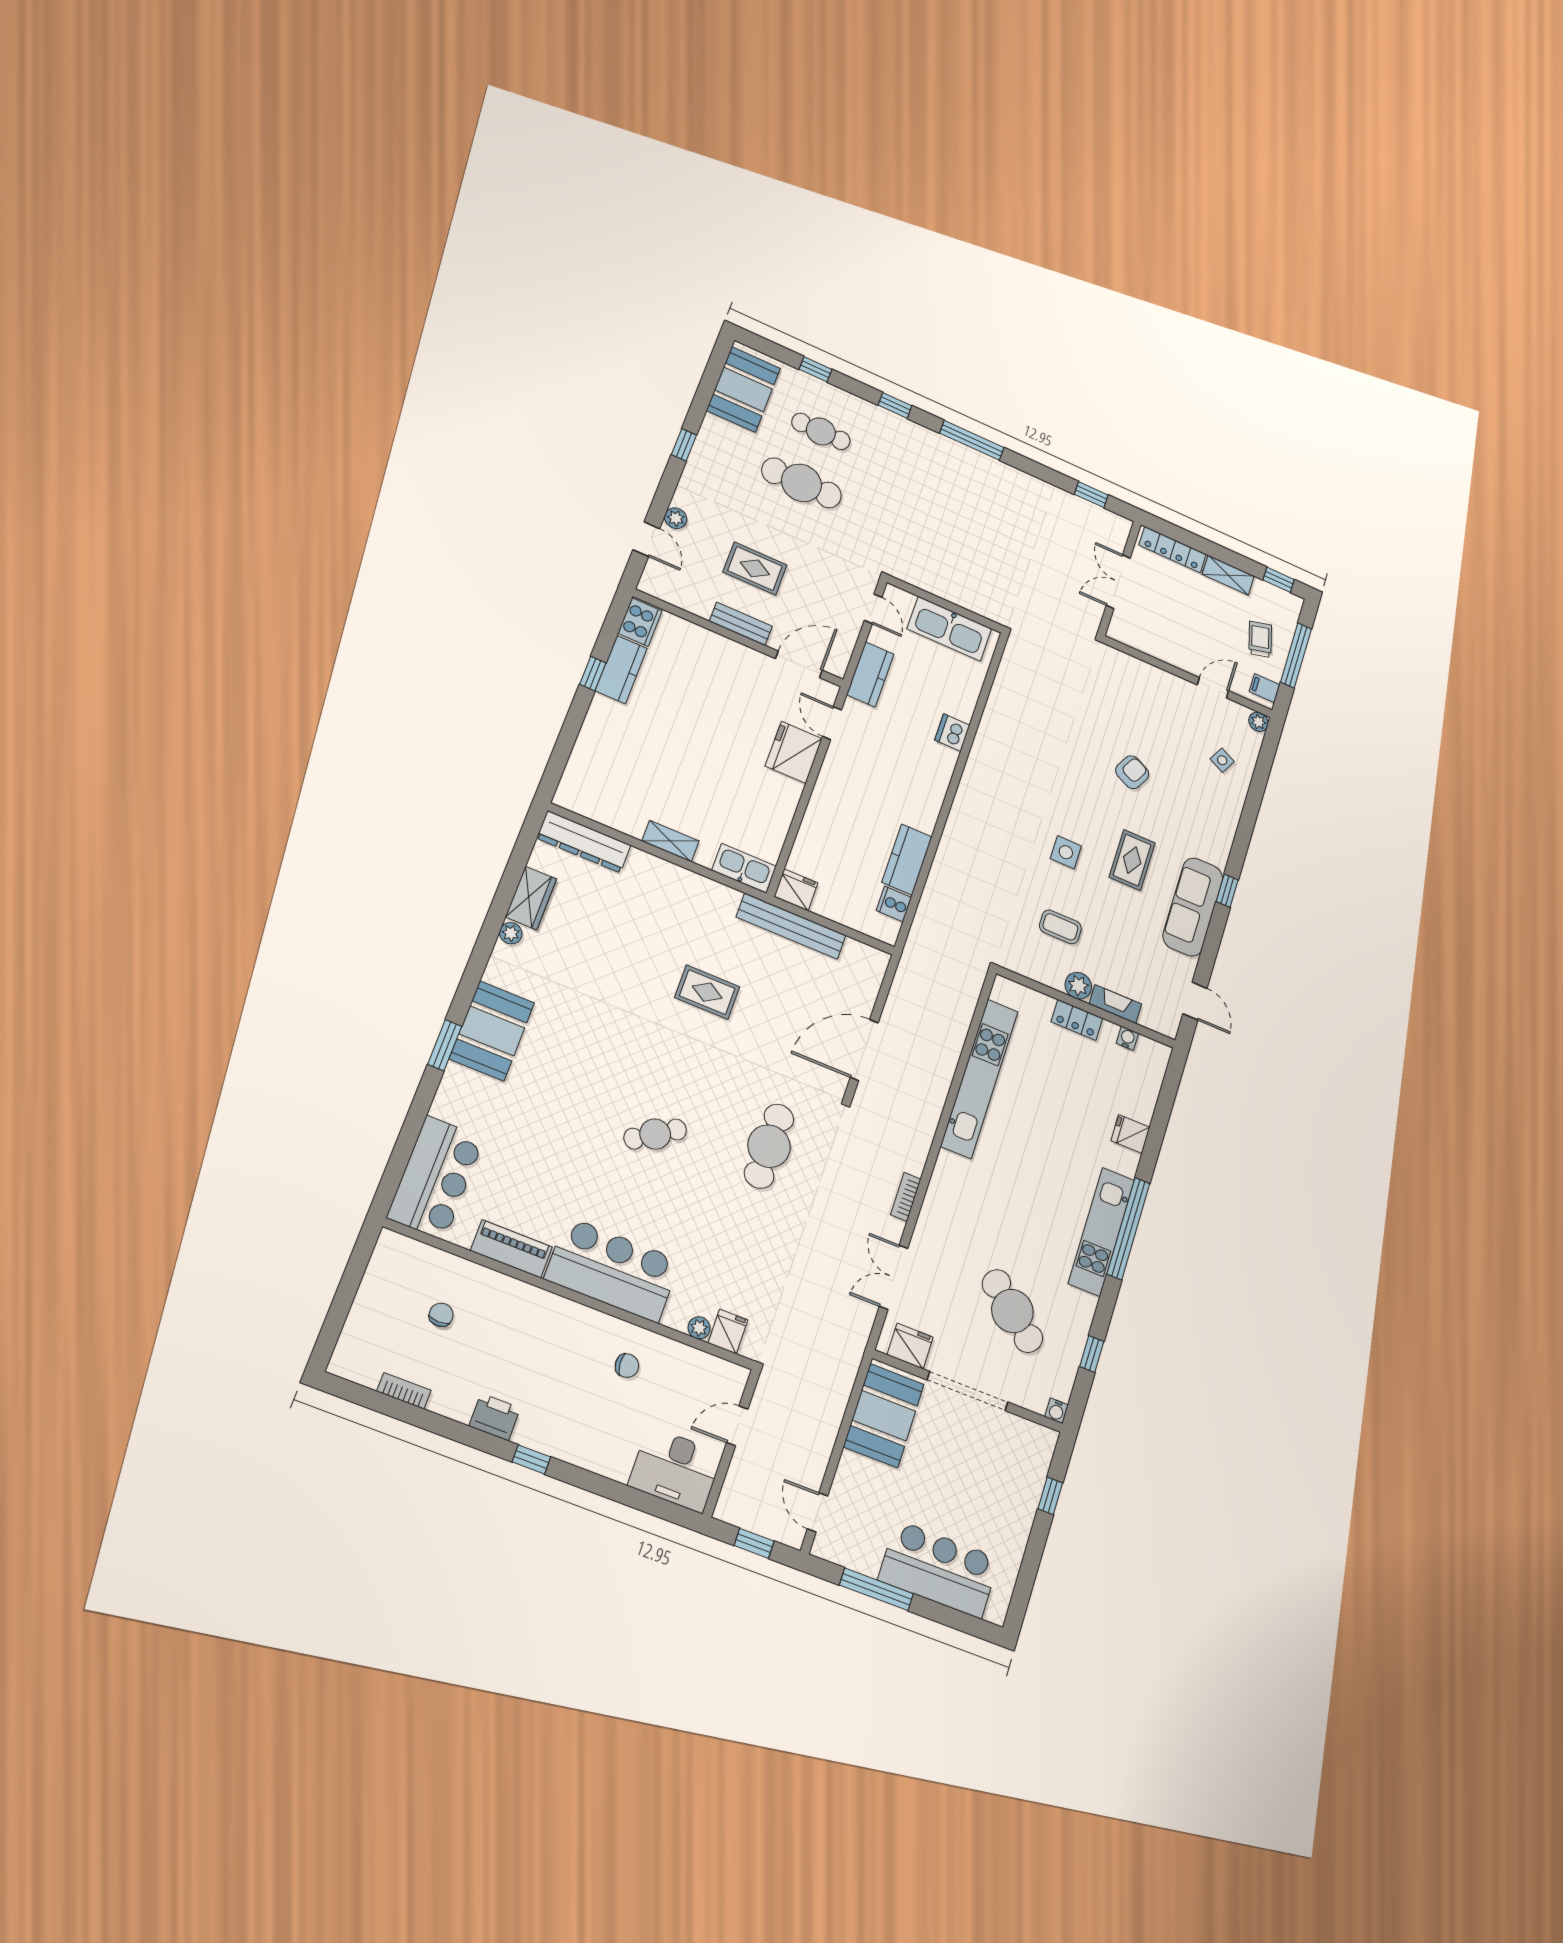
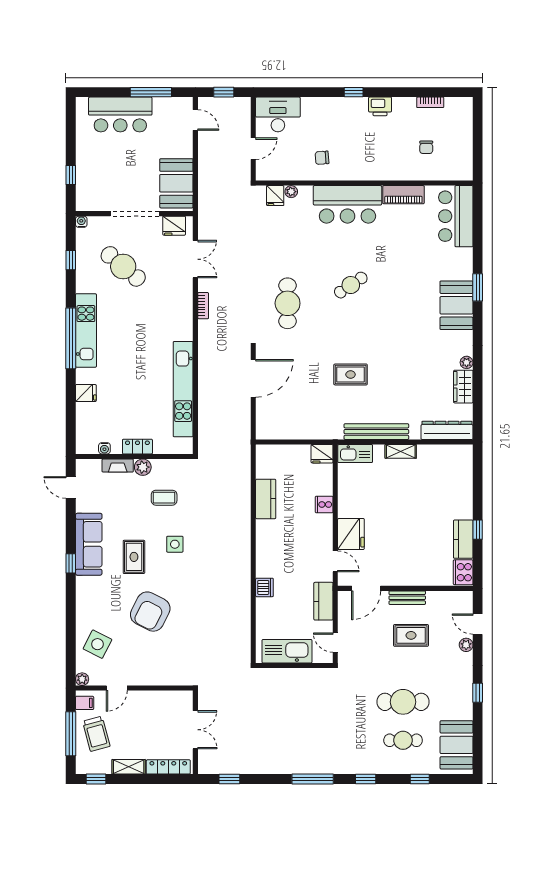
trolley: (1260, 639) -> (96, 734), width x1.36, depth x1.39
side table: (1222, 760) -> (97, 644), width x1.87, depth x1.87
armchair: (1132, 772) -> (150, 612), width x1.88, depth x1.88
cooker: (894, 904) -> (324, 504), moved, turned 180
bench: (791, 926) -> (376, 432), moved

